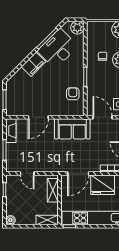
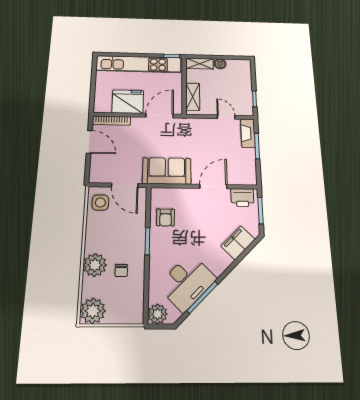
filing cabinet: (33, 64) -> (238, 243), moved
printer: (17, 109) -> (242, 198), added
fireplace: (11, 131) -> (248, 133), moved
boiler: (10, 220) -> (220, 64), moved

